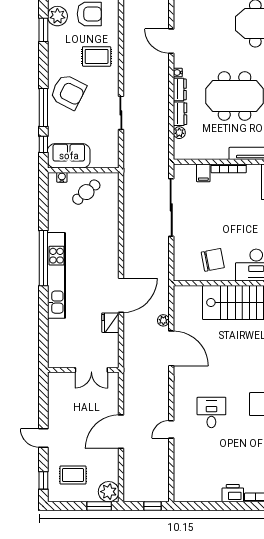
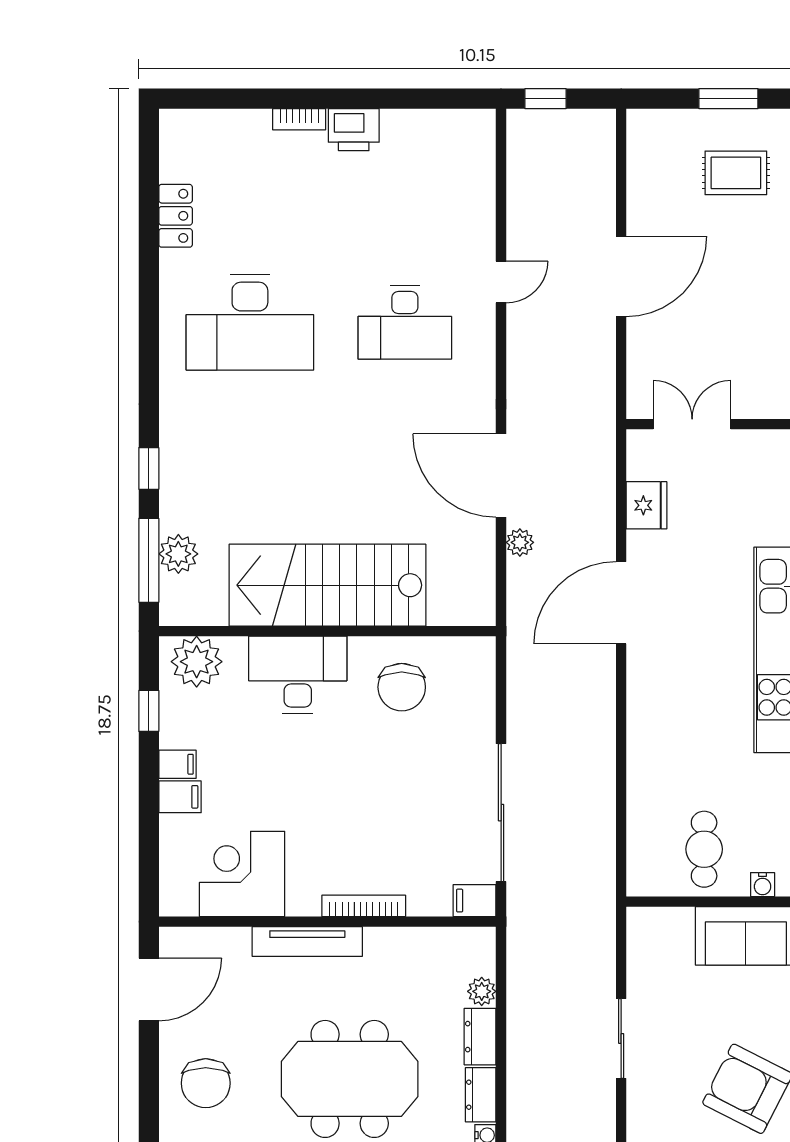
filing cabinet: (203, 173) -> (475, 901), moved, turned -90
cafe table: (86, 192) -> (704, 849), turned -50
chair: (213, 260) -> (402, 687), turned -79
fridge: (110, 323) -> (647, 505), moved
desk: (211, 412) -> (405, 322), width x1.37
plant: (109, 492) -> (651, 133), removed
window: (99, 506) -> (728, 99), moved

